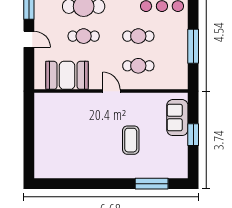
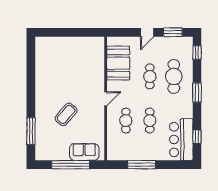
window: (193, 135) -> (71, 165), width x2.11
coffee table: (131, 140) -> (66, 114), turned -49

